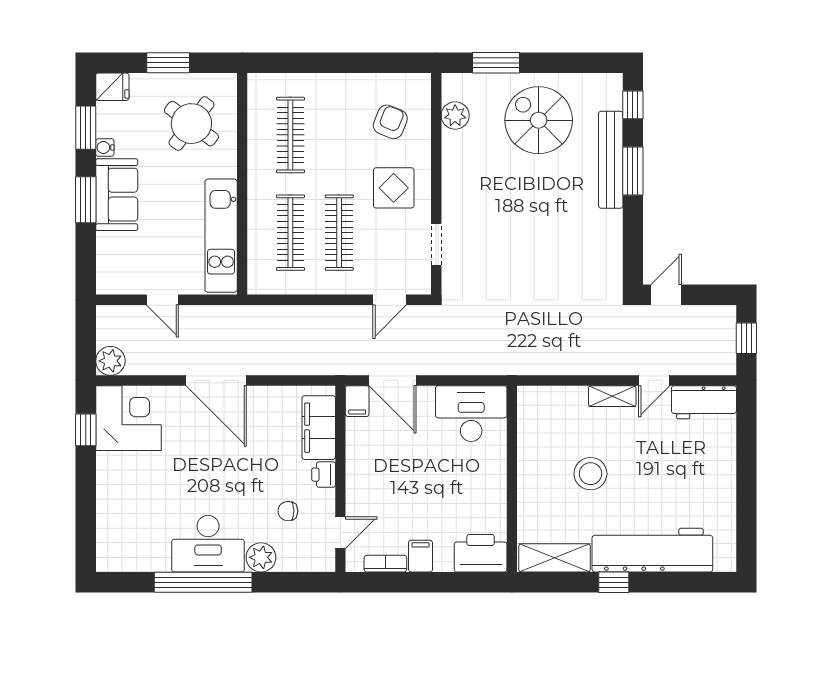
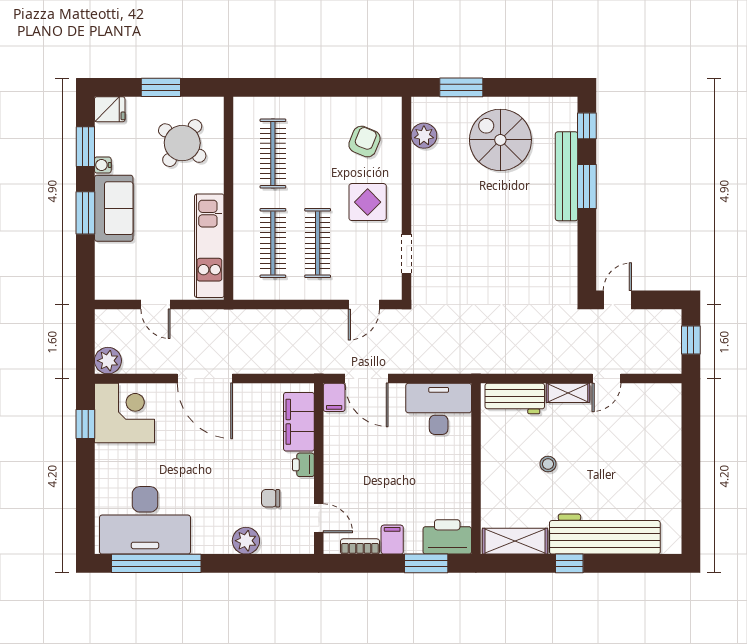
workbench: (704, 402) -> (515, 399), moved
stool: (590, 474) -> (548, 464), width x0.53, depth x0.53
door: (340, 533) -> (319, 518), hinge flipped
desk: (208, 544) -> (145, 520), moved, width x1.36, depth x1.30
window: (203, 582) -> (156, 563), moved
window: (458, 582) -> (426, 563), added

